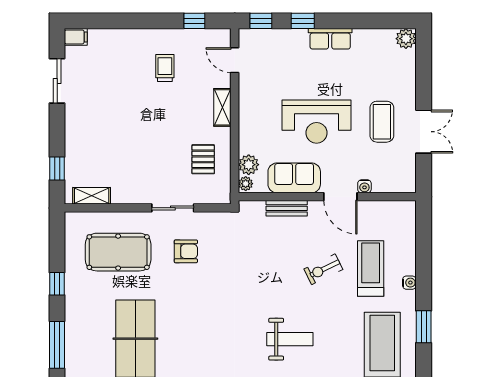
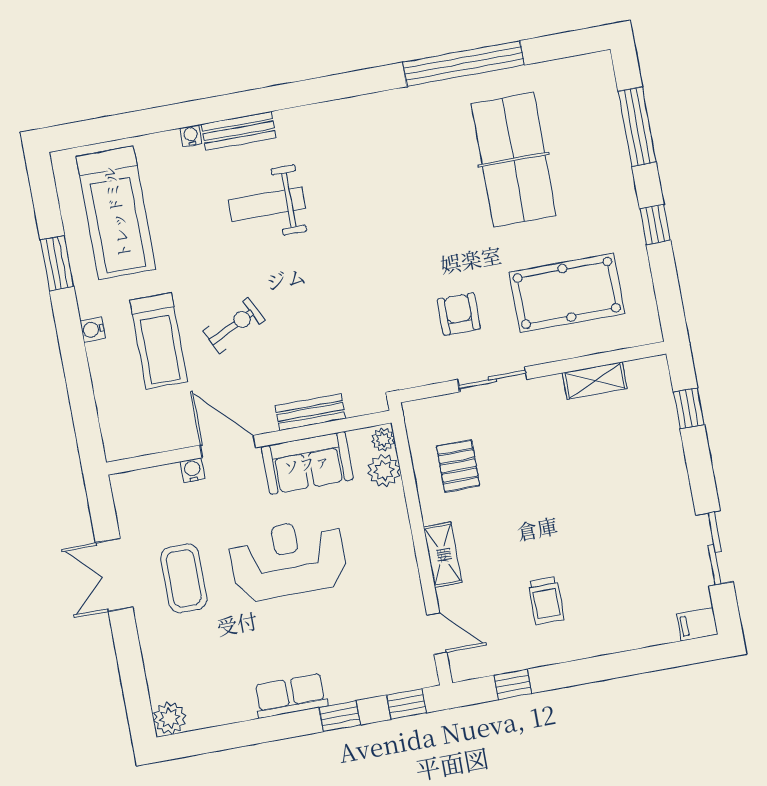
shelving: (92, 196) -> (595, 381), moved
armchair: (186, 251) -> (459, 314), turned 90

